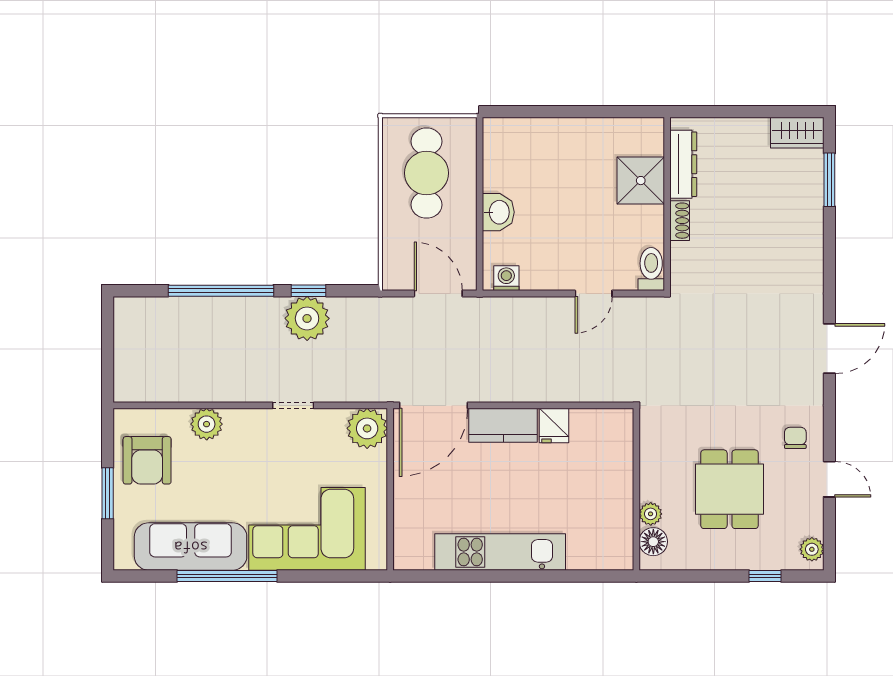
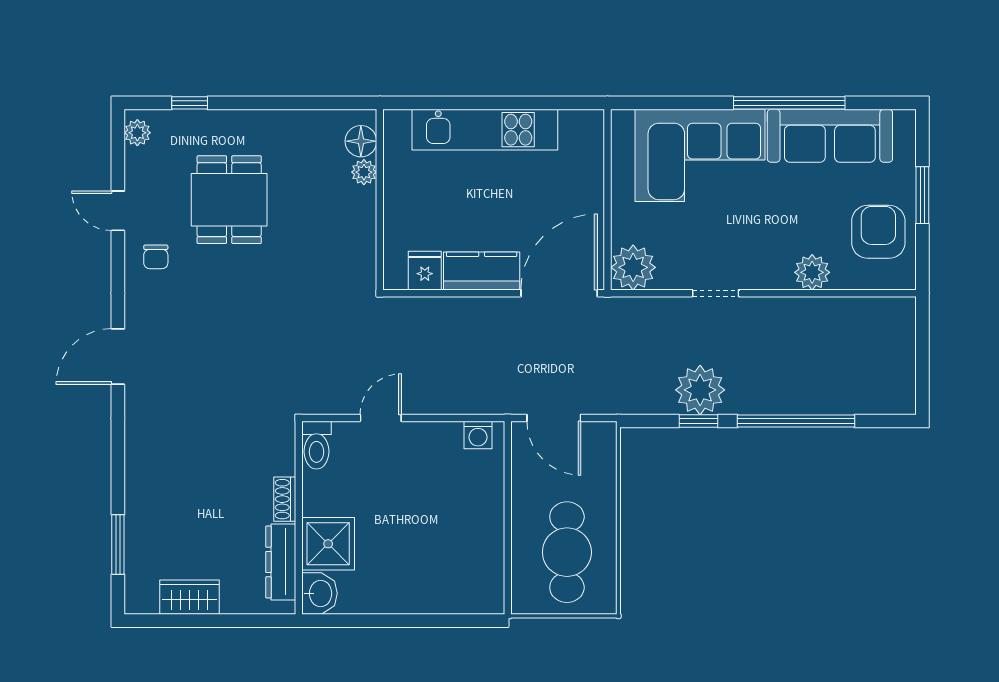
wardrobe: (797, 133) -> (189, 597), moved
washbasin: (498, 212) -> (320, 593), moved, turned 180
wall: (636, 489) -> (380, 200), moved
plant: (651, 514) -> (364, 172), moved
floor lamp: (653, 542) -> (361, 141), moved

